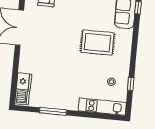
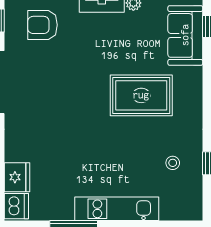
kitchen unit: (102, 107) -> (117, 209), moved

